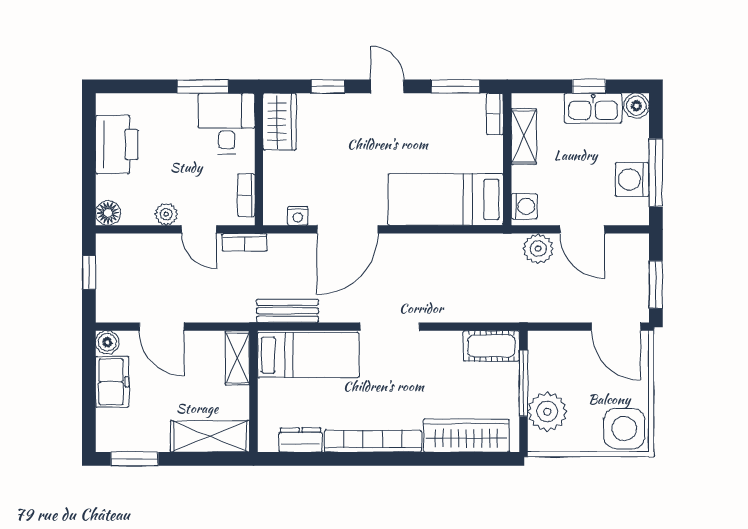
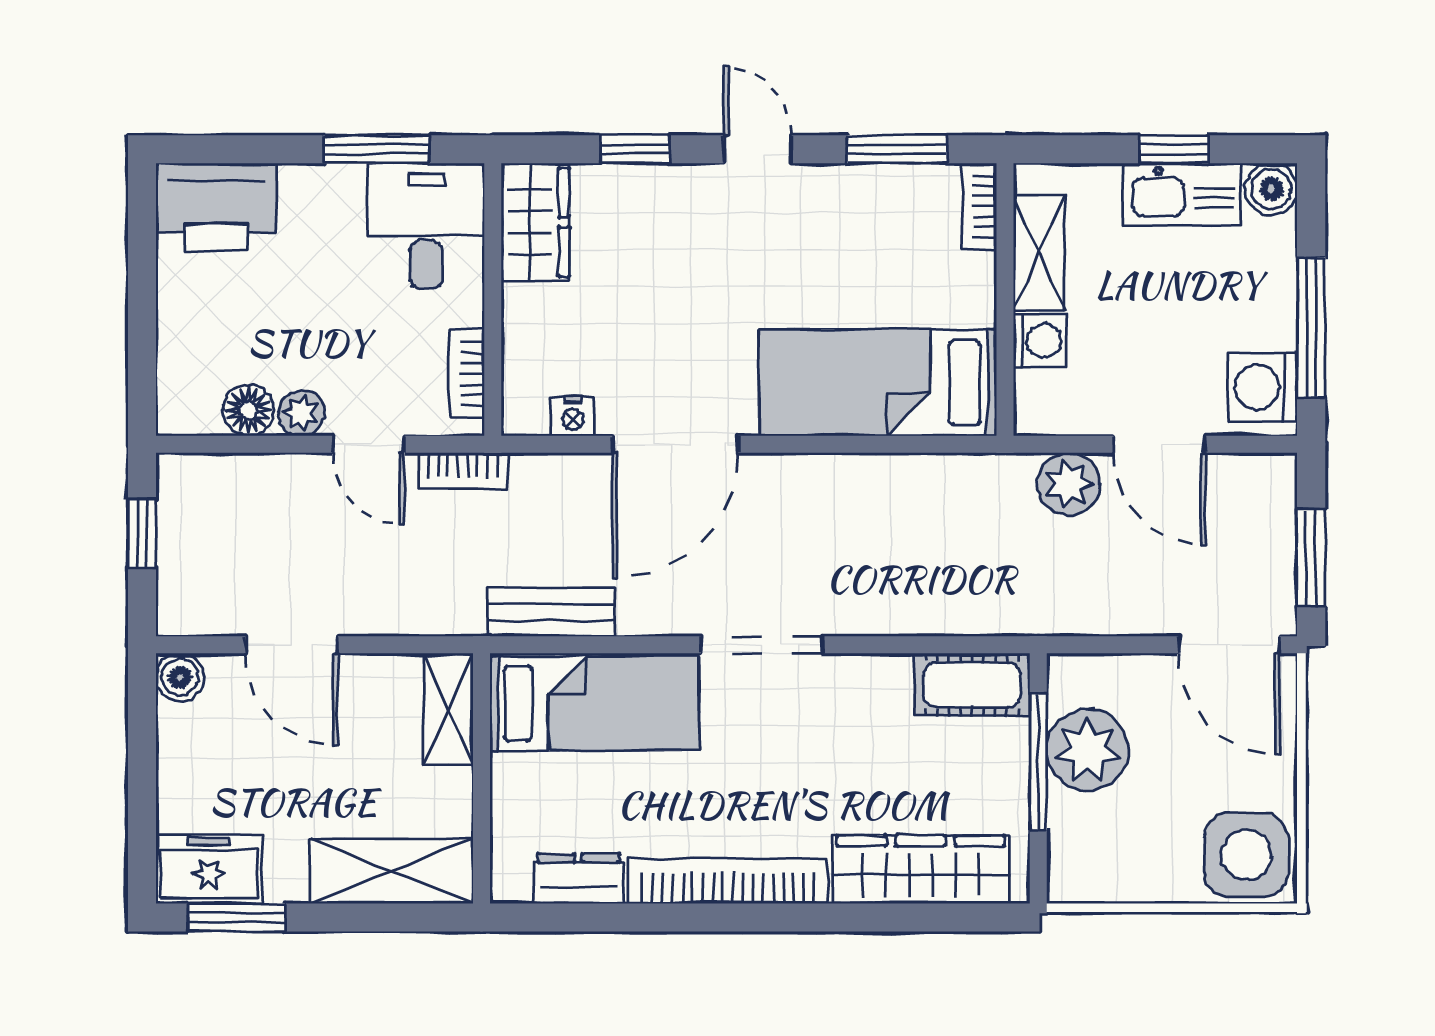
printer: (117, 144) -> (216, 207), moved, turned 90
washing machine: (632, 179) -> (1262, 387), moved
washing machine: (524, 206) -> (1040, 341), moved
floor lamp: (108, 213) -> (248, 410), moved
freezer: (112, 382) -> (209, 869), moved, turned -90
plant: (547, 412) -> (1087, 750), moved

